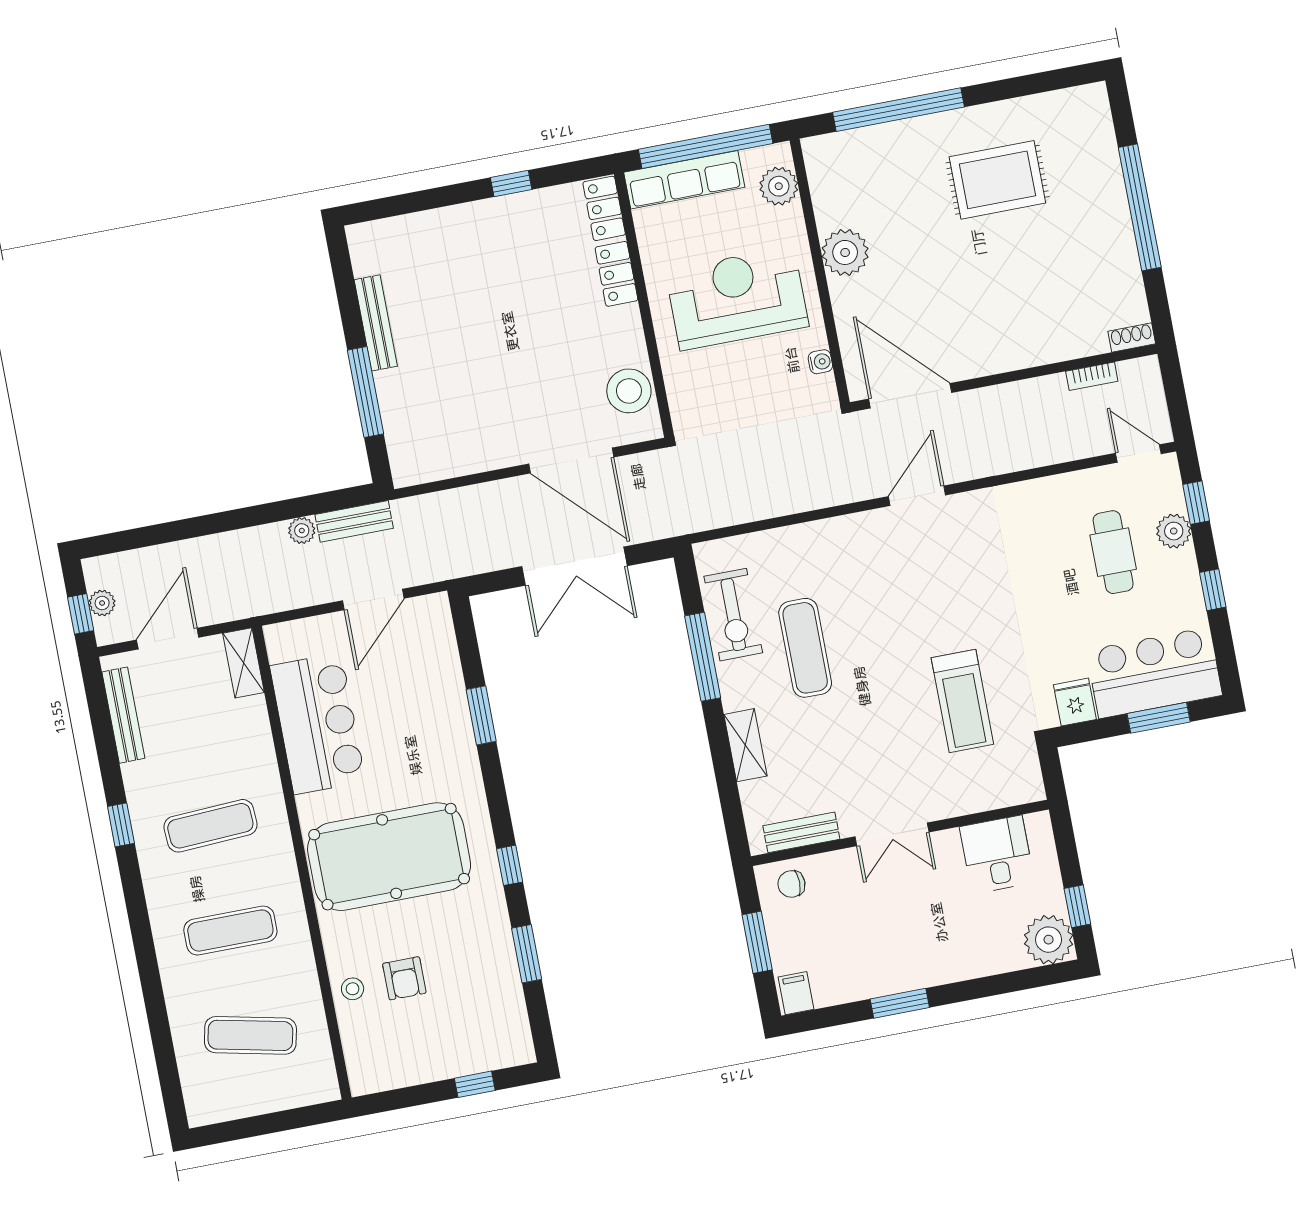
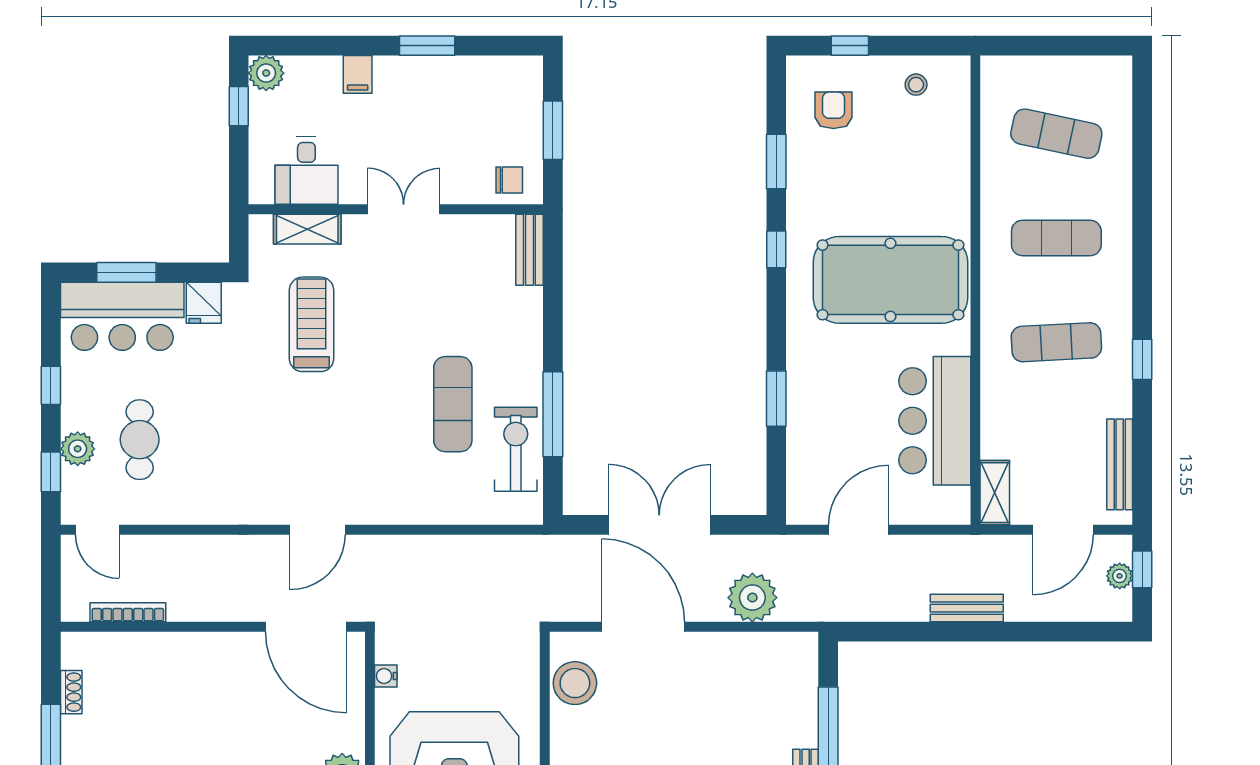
shoe rack: (1132, 337) -> (71, 692), moved, turned -90
bookcase: (1092, 376) -> (128, 612), width x1.56
bench: (354, 521) -> (967, 608), moved
plant: (302, 531) -> (752, 598), moved, width x1.87, depth x1.87
shelving: (745, 745) -> (307, 229), moved, turned 90
bench: (801, 832) -> (529, 250), moved, turned 90
plant: (1049, 940) -> (266, 73), width x0.73, depth x0.73
armchair: (404, 978) -> (833, 110), moved
stool: (353, 989) -> (916, 85), moved
filing cabinet: (796, 993) -> (358, 74), moved

